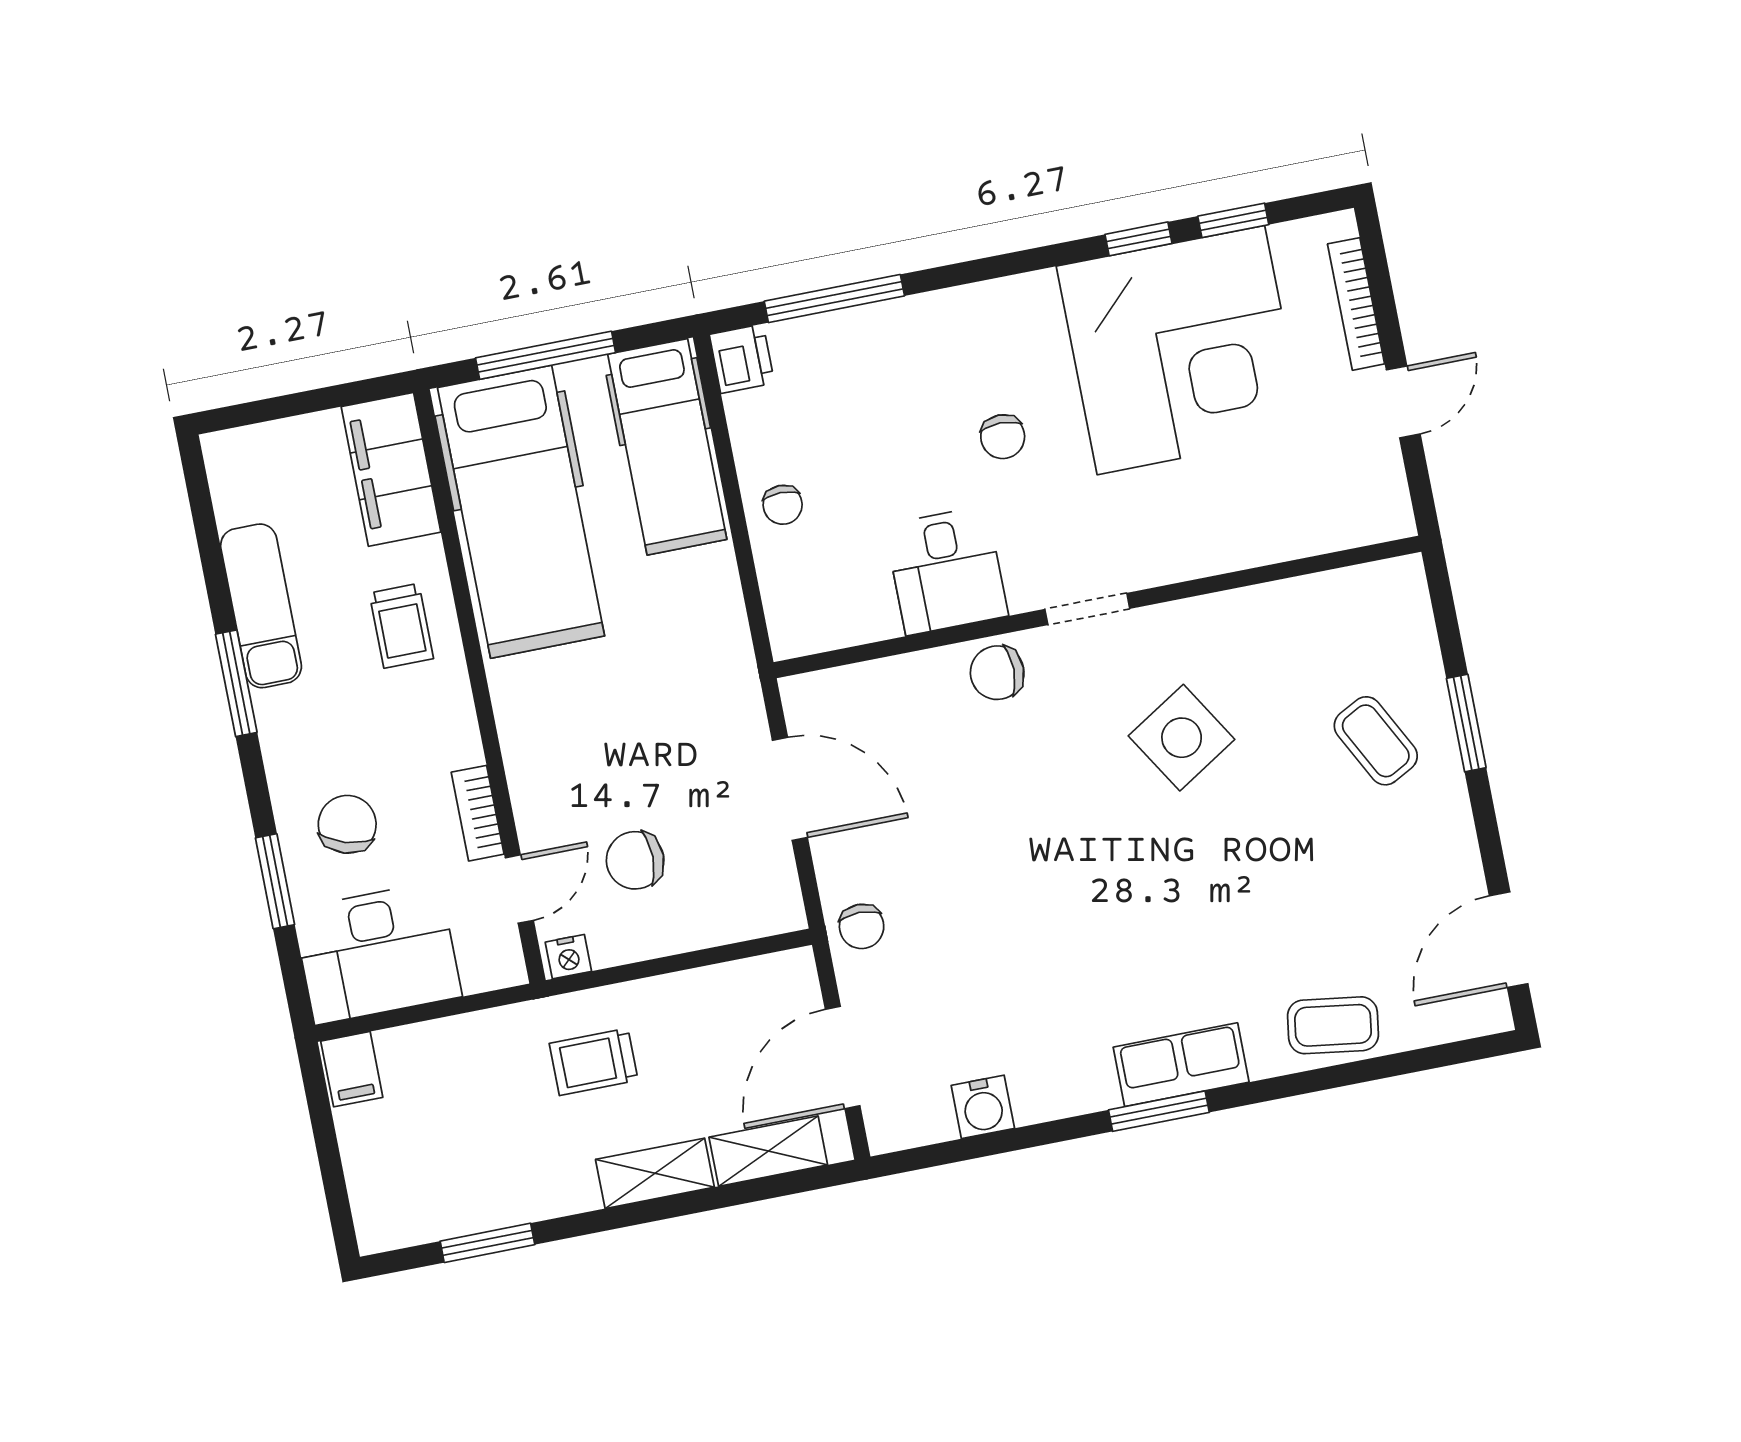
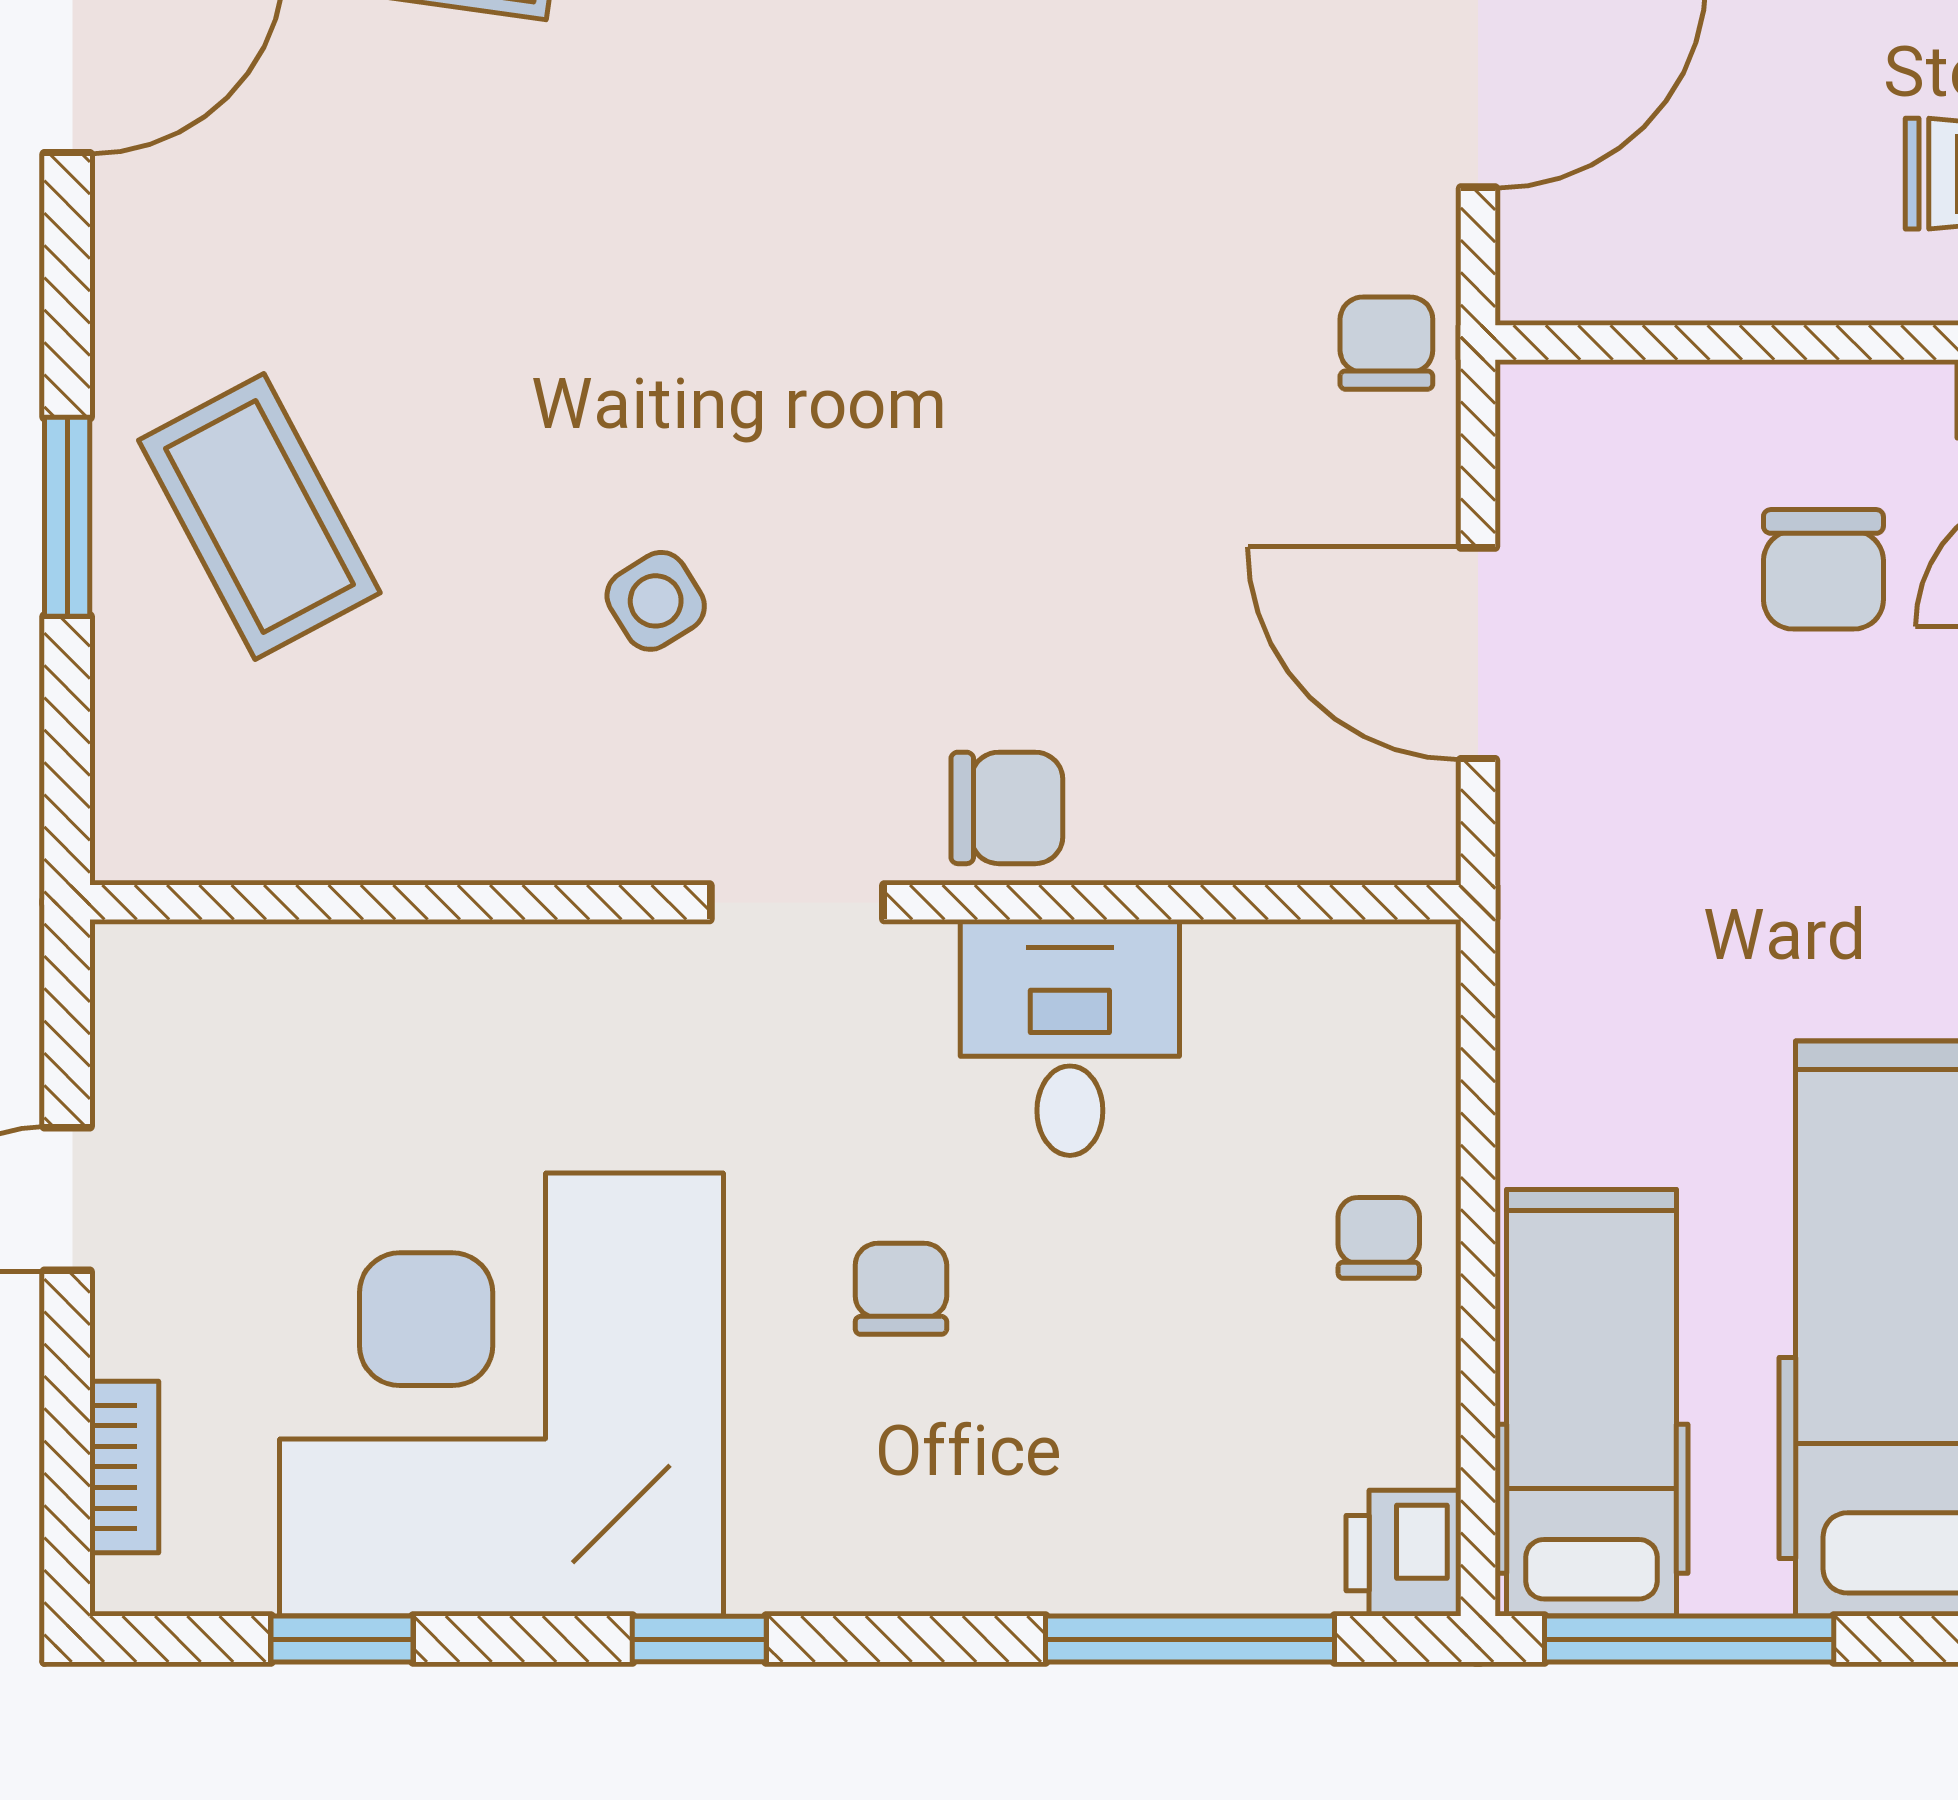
window: (1139, 239) -> (699, 1639), moved
bookcase: (1356, 304) -> (124, 1467), width x0.64
window: (546, 355) -> (1689, 1639), moved
side table: (1182, 738) -> (656, 601), width x0.54, depth x0.54
coffee table: (1376, 741) -> (259, 516), width x1.36, depth x1.30
chair: (635, 860) -> (1823, 569), turned 90

